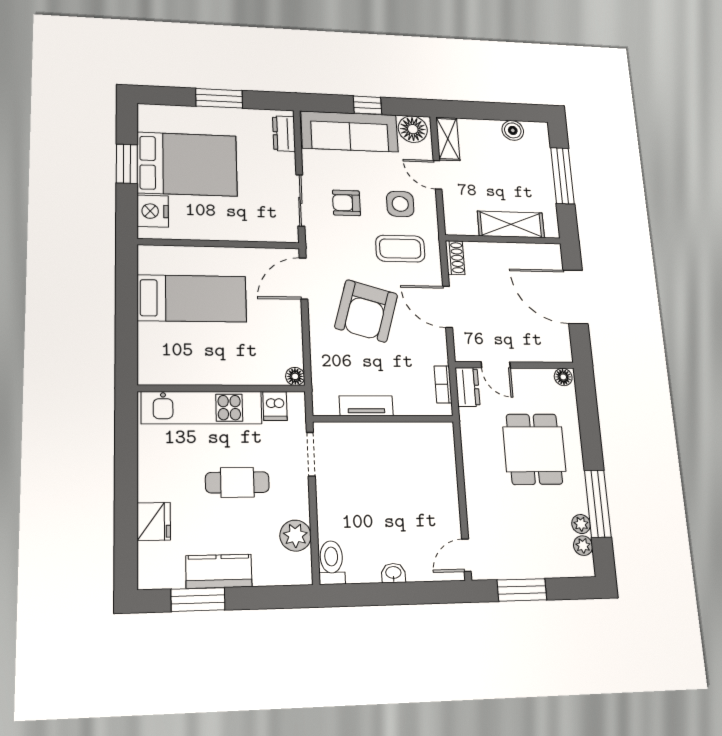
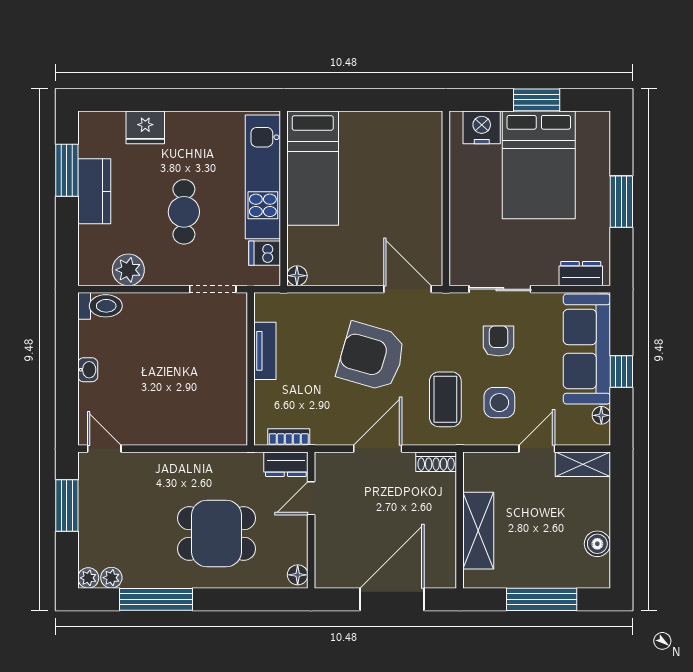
floor lamp: (413, 129) -> (601, 415), width x0.53, depth x0.53
bed: (192, 298) -> (313, 168), moved
plant: (581, 524) -> (88, 578), moved

